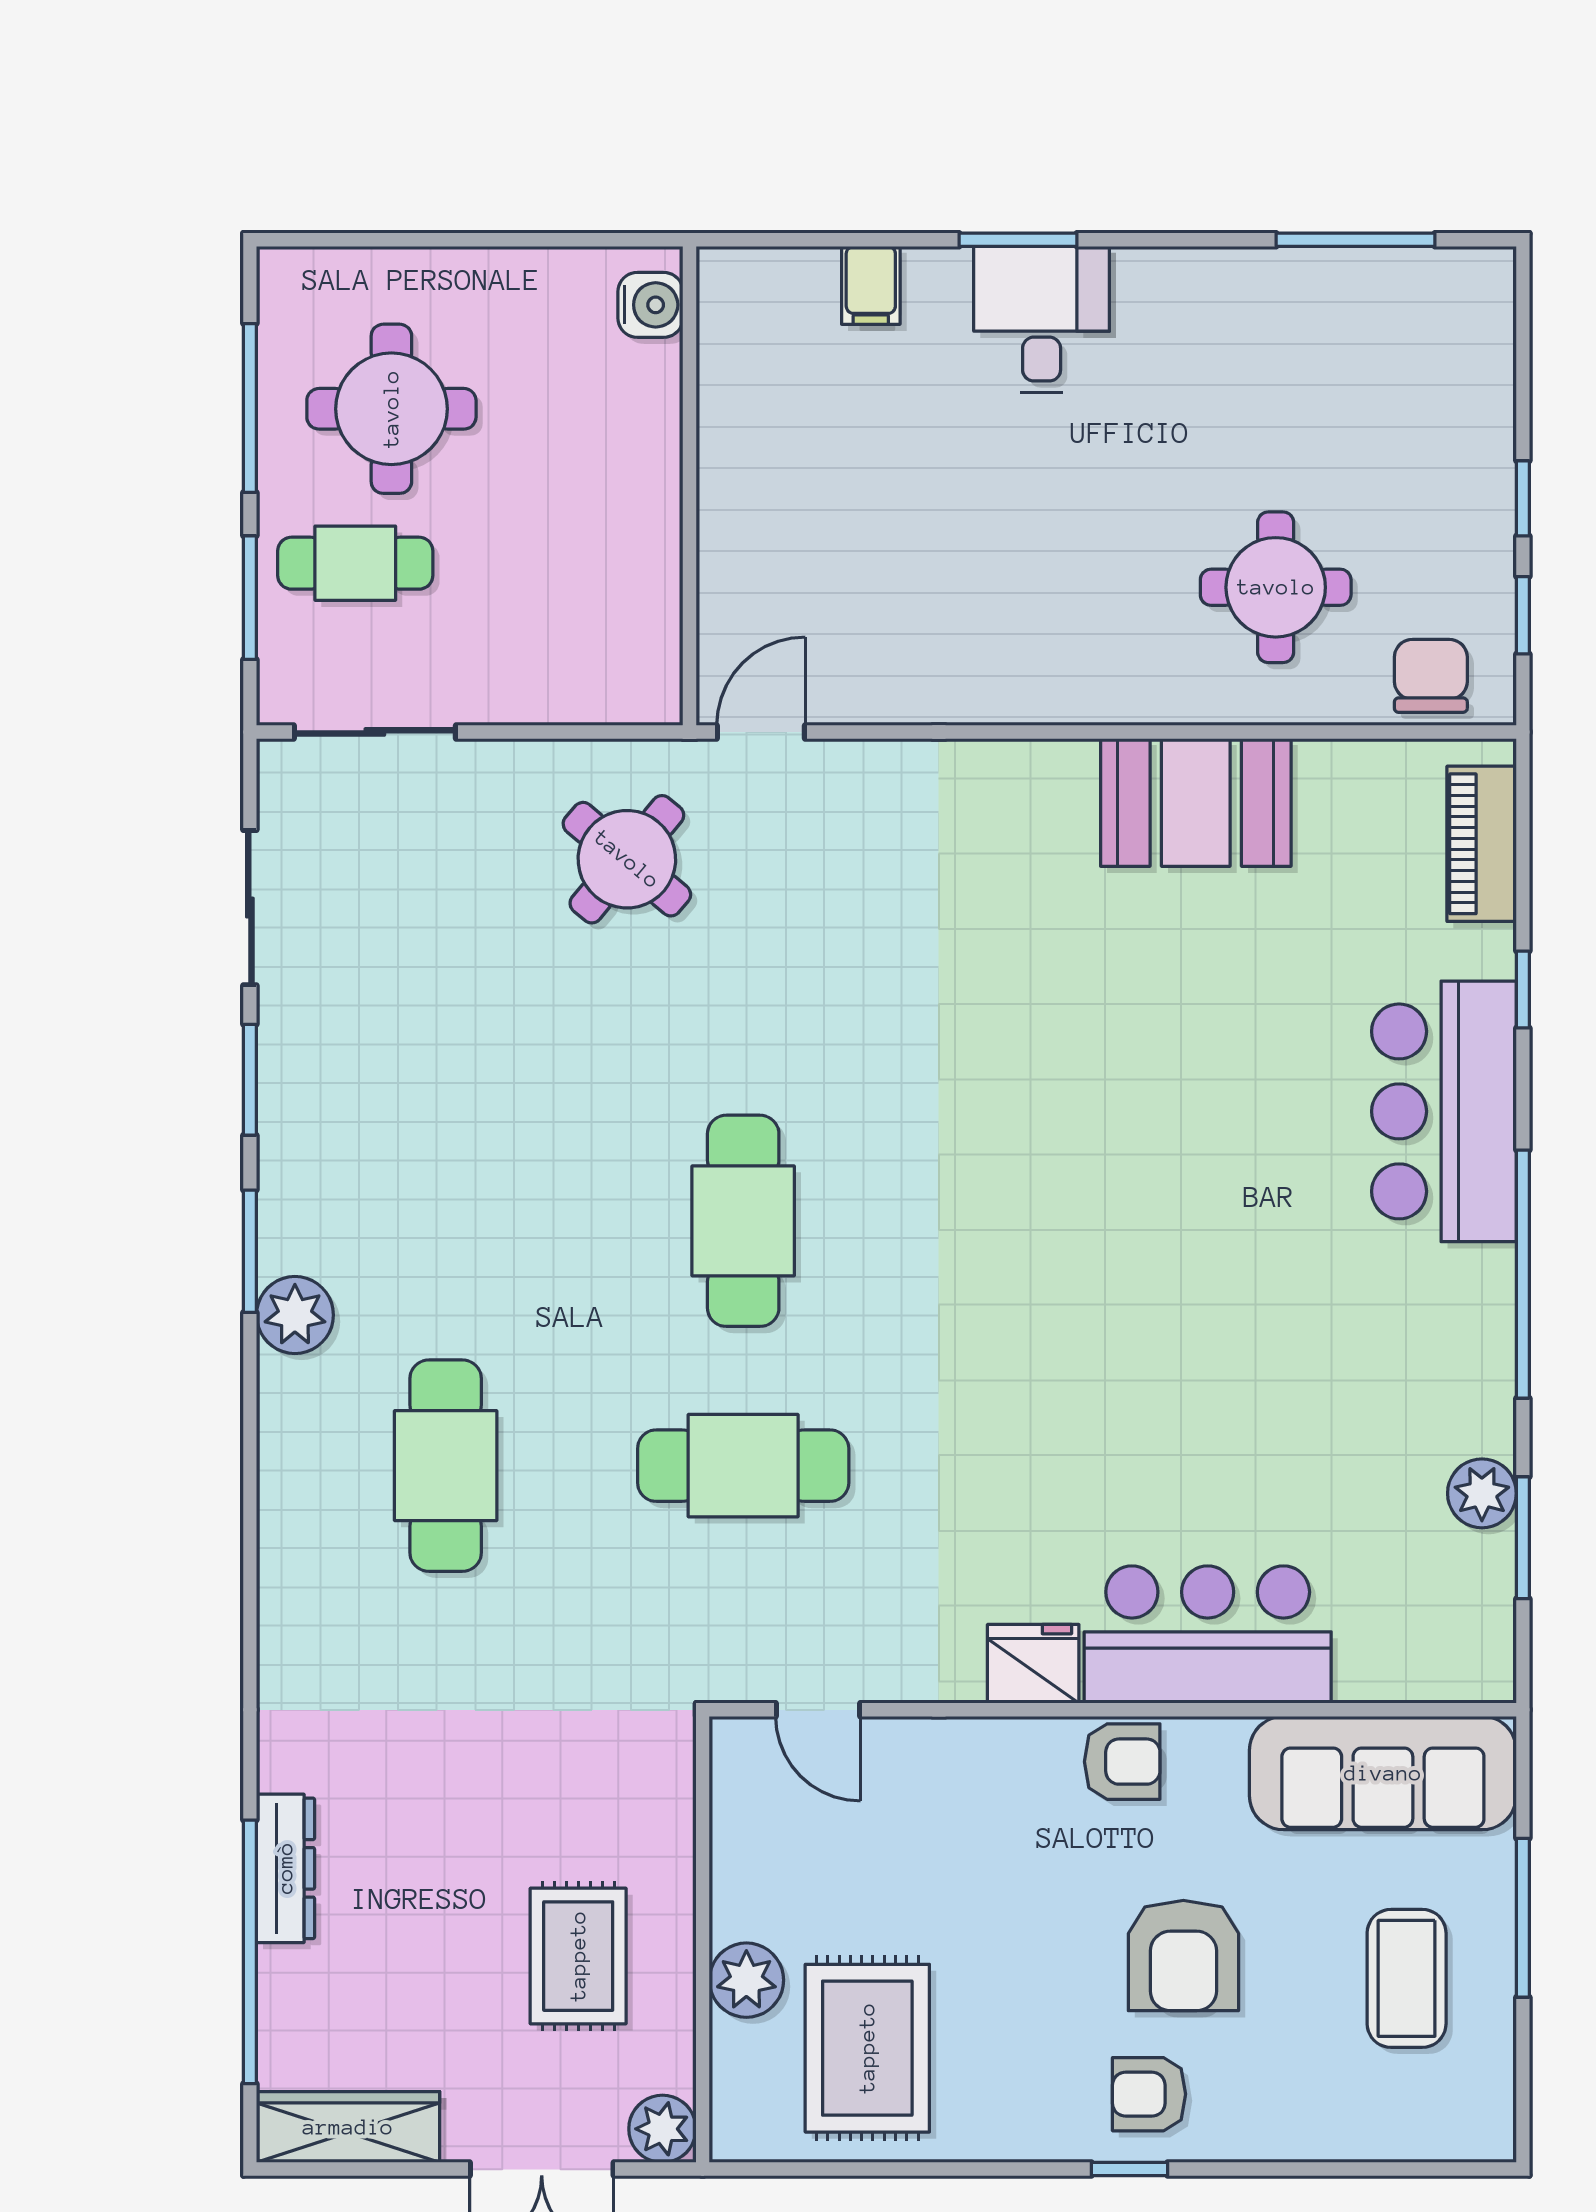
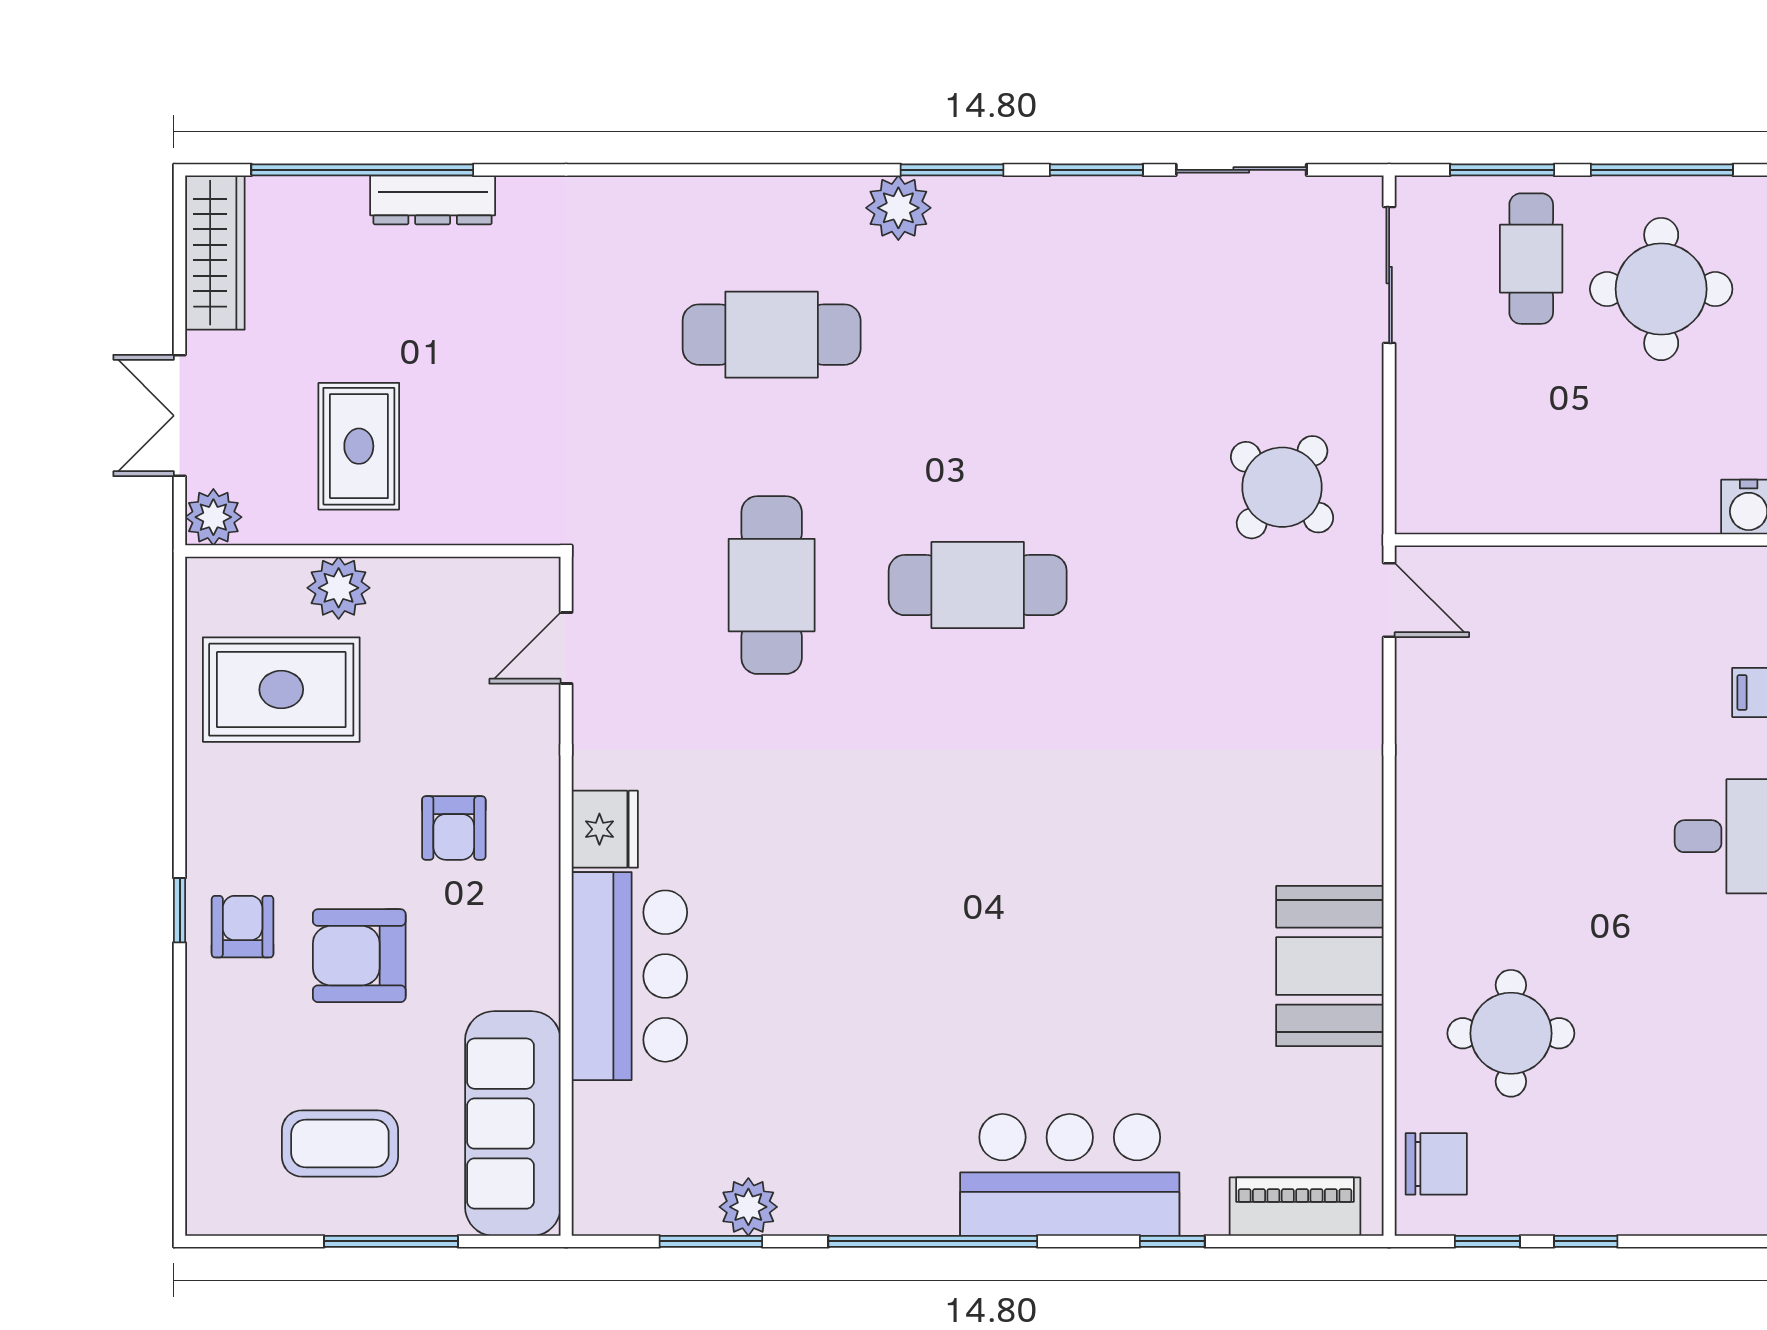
armchair: (1122, 1762) -> (454, 828), moved
rug: (578, 1956) -> (359, 446), turned 90

